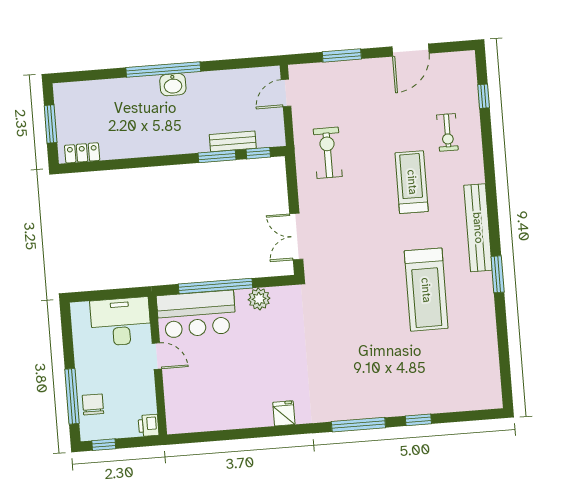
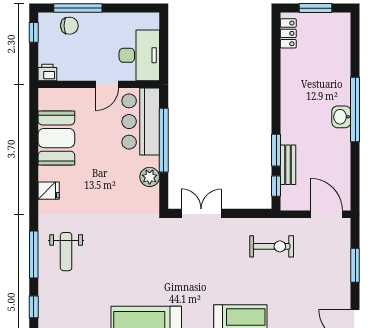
door: (286, 93) -> (326, 214), width x1.38
weight bench: (352, 388) -> (66, 252), added
booth: (223, 409) -> (56, 138), added

